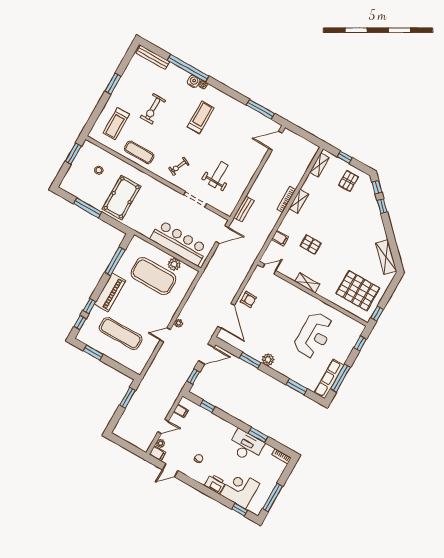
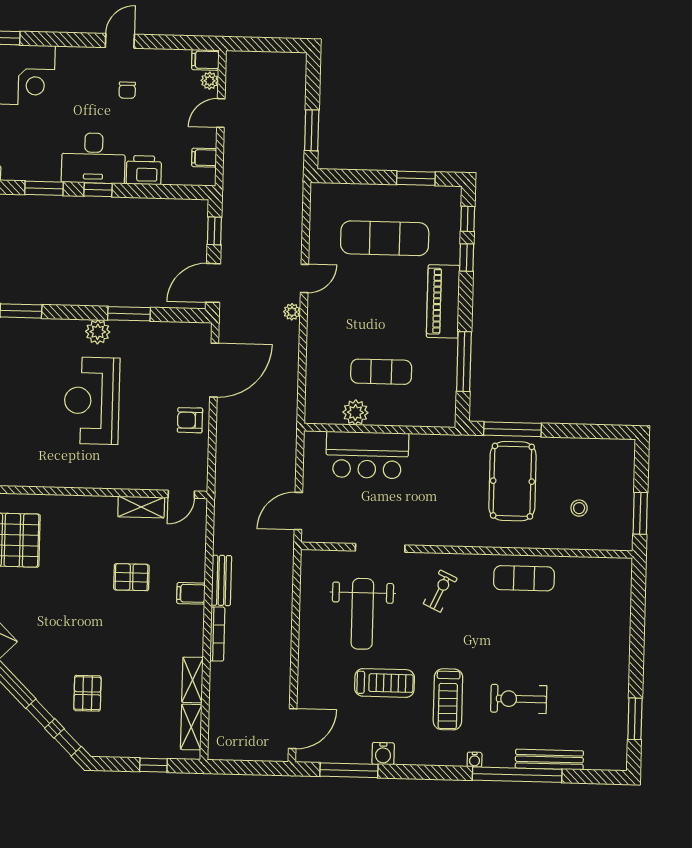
bench: (153, 57) -> (549, 759), moved
water cooler: (194, 81) -> (383, 754), moved
window: (113, 84) -> (635, 719), moved
exercise bike: (153, 109) -> (519, 699), moved, turned -90
treadmill: (116, 124) -> (385, 683), moved, turned 90
weight bench: (218, 175) -> (362, 614), width x1.36, depth x1.33
pallet: (348, 181) -> (87, 693), moved
shelving: (299, 201) -> (192, 680), moved
window: (87, 208) -> (512, 429), moved
bench: (244, 209) -> (221, 580), moved
filing cabinet: (280, 238) -> (191, 593), moved
bar counter: (179, 243) -> (367, 455), width x0.73
exercise mat: (153, 276) -> (381, 372), width x0.50, depth x0.69
shelving: (307, 283) -> (141, 507), moved
door: (226, 316) -> (214, 370), swing flipped
reception desk: (314, 335) -> (92, 401), moved
window: (207, 406) -> (98, 190), moved
desk: (246, 446) -> (93, 158), moved
door: (170, 470) -> (120, 41), moved
printer: (215, 484) -> (144, 170), moved, turned 180

